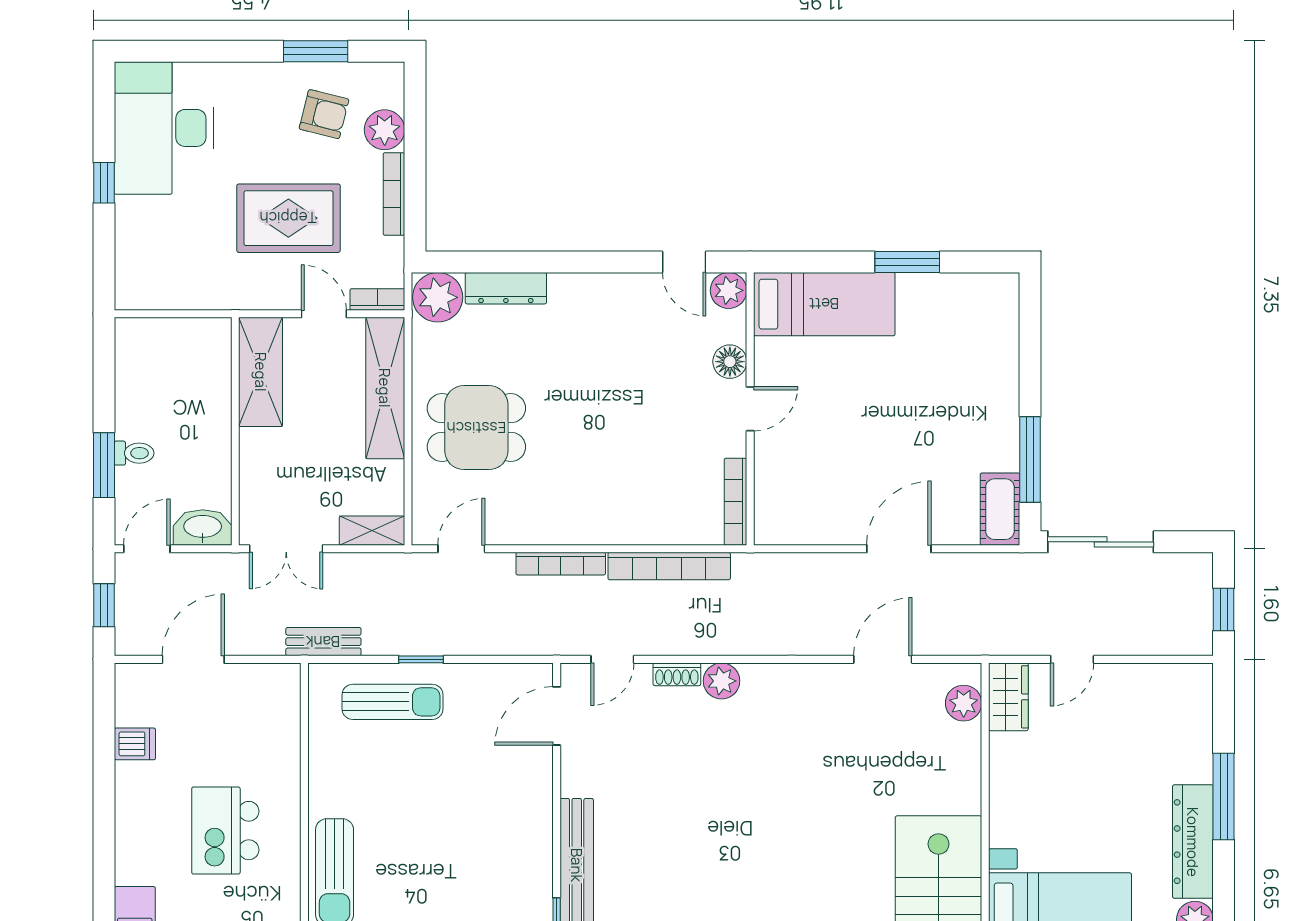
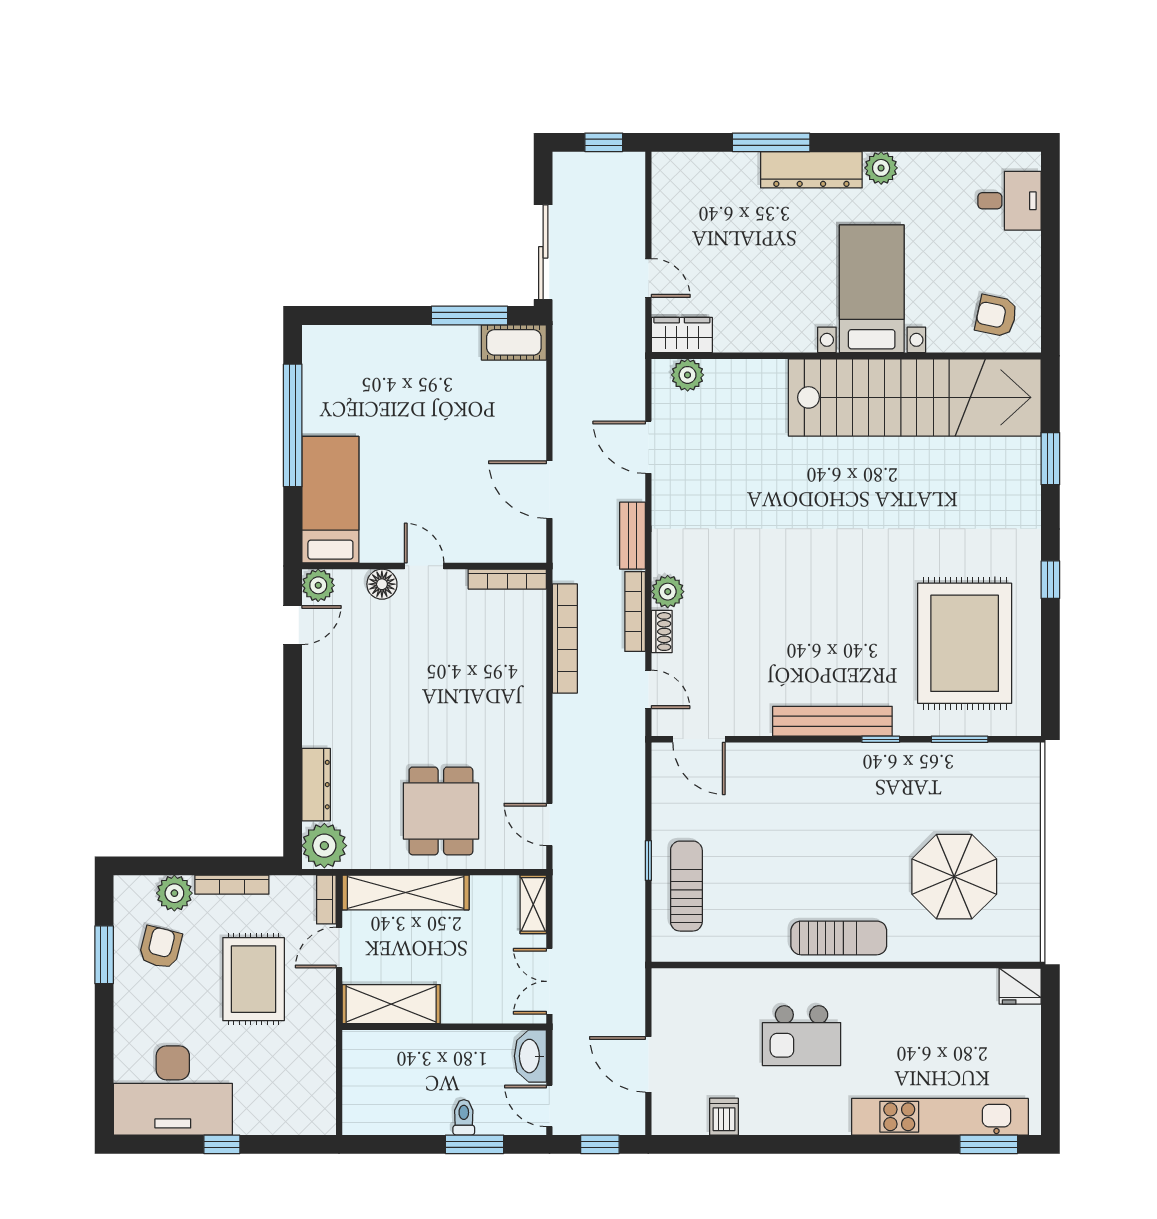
window: (907, 262) -> (293, 425), width x2.11
double door: (286, 549) -> (549, 981), swing flipped
door: (899, 549) -> (549, 490), moved
bookcase: (561, 564) -> (635, 611), moved, turned 180
bench: (323, 642) -> (632, 536), moved

